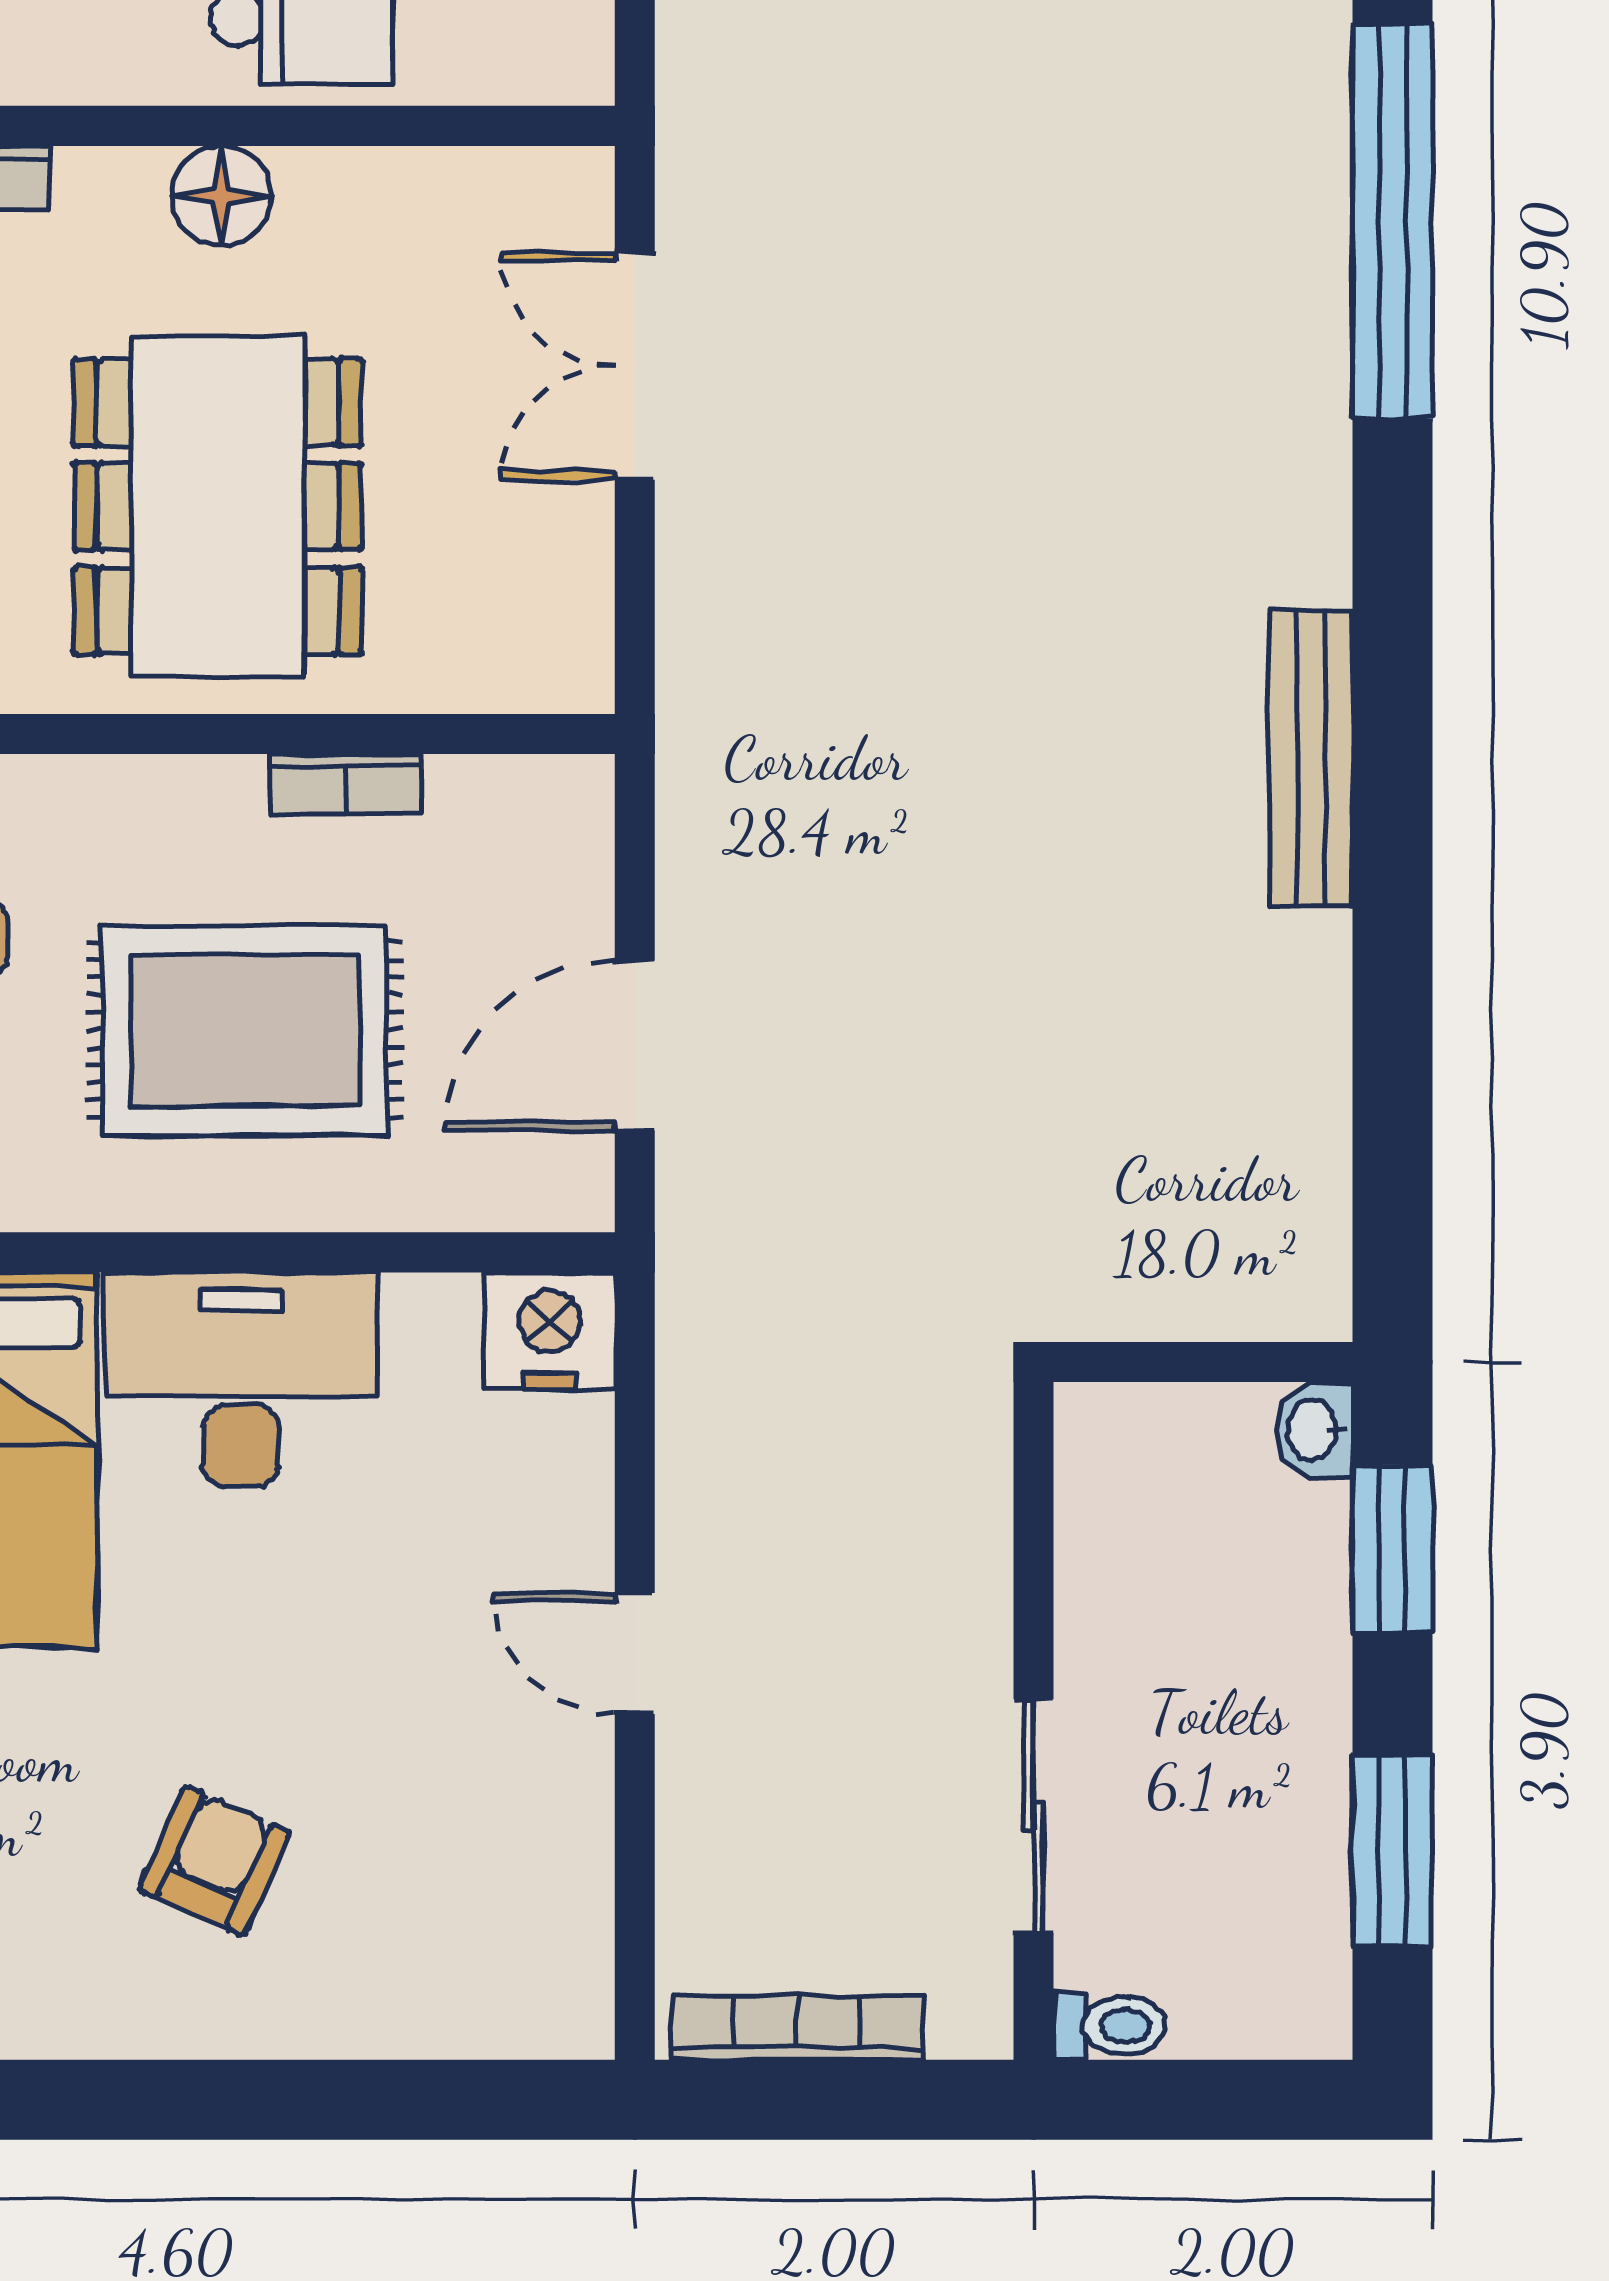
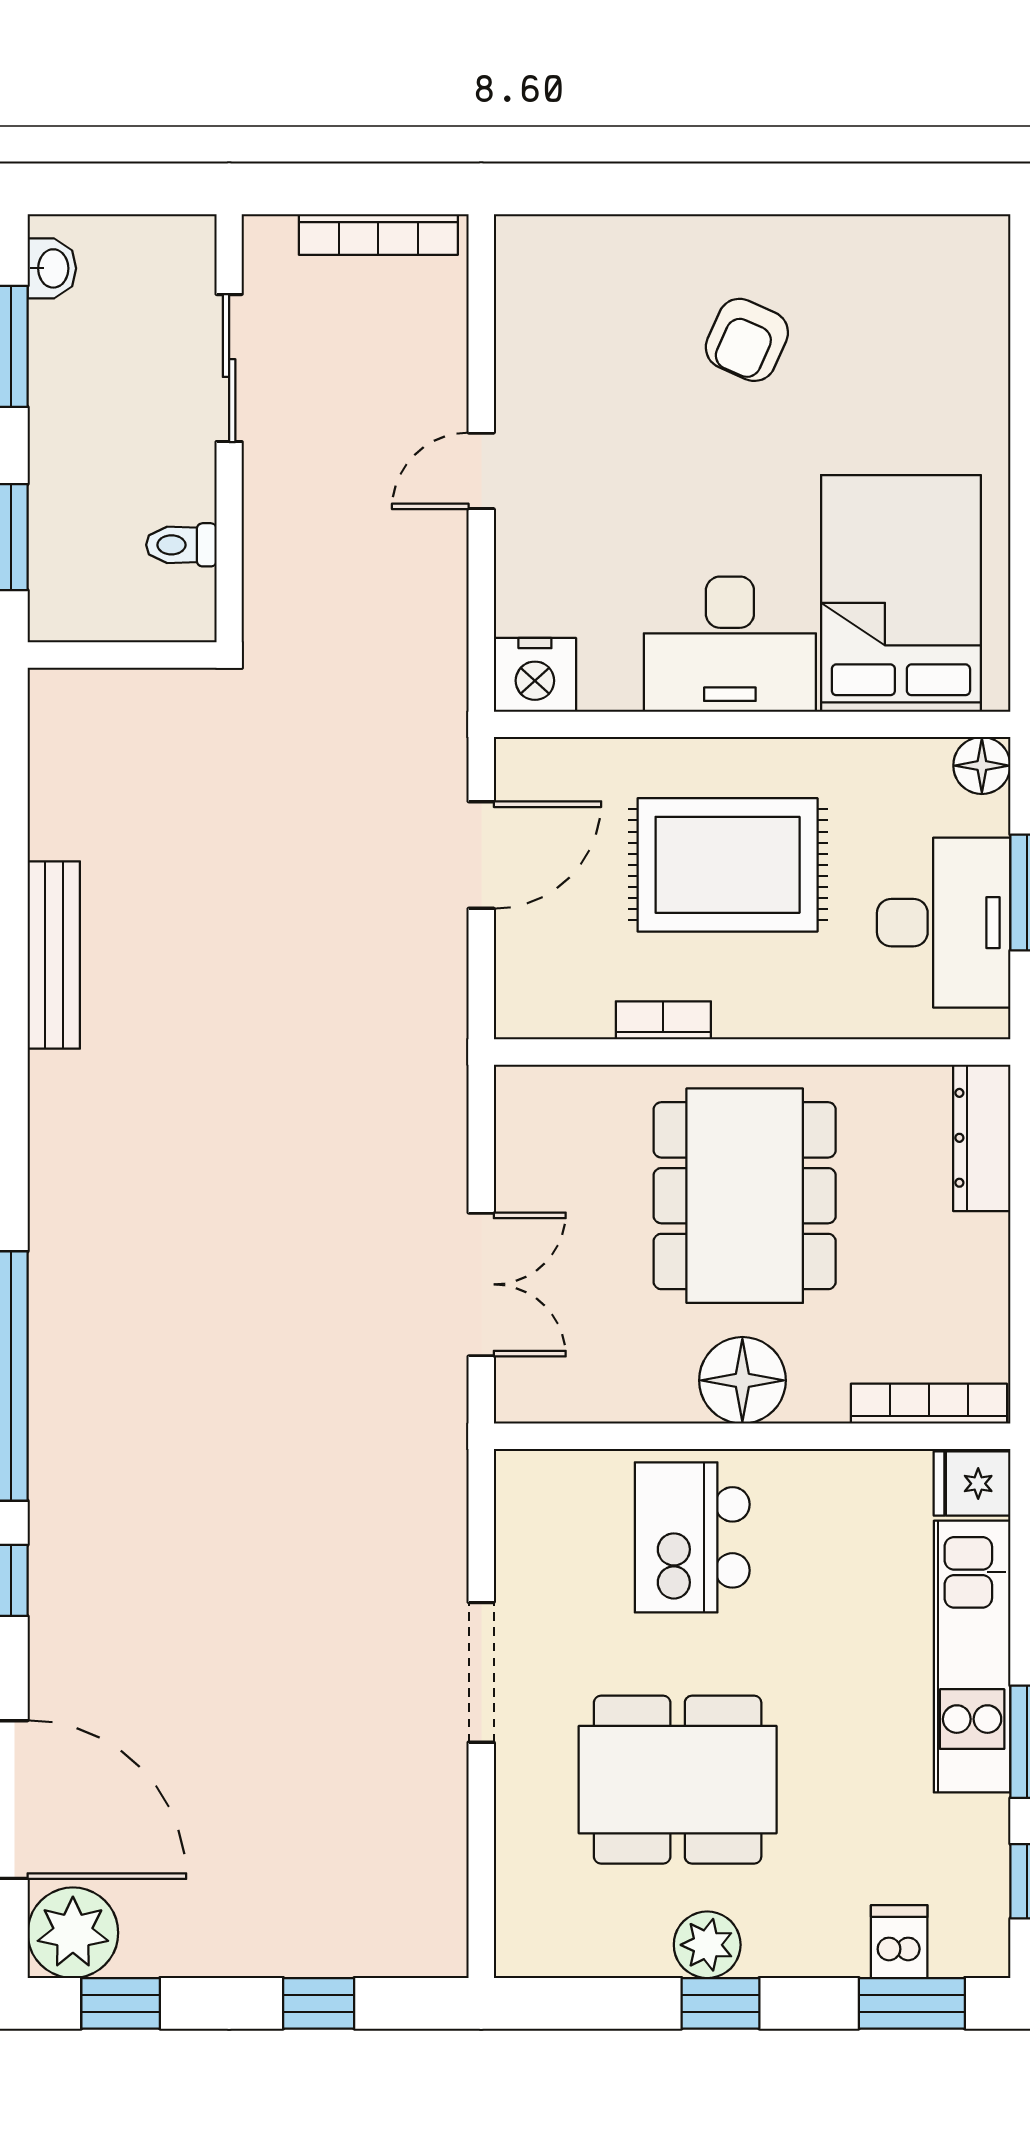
floor lamp: (221, 196) -> (742, 1380), width x1.38, depth x1.38
bench: (1311, 758) -> (54, 955), moved
washbasin: (1314, 1429) -> (52, 268), moved
door: (635, 1653) -> (481, 471), swing flipped
toilet: (1109, 2026) -> (181, 545), moved

